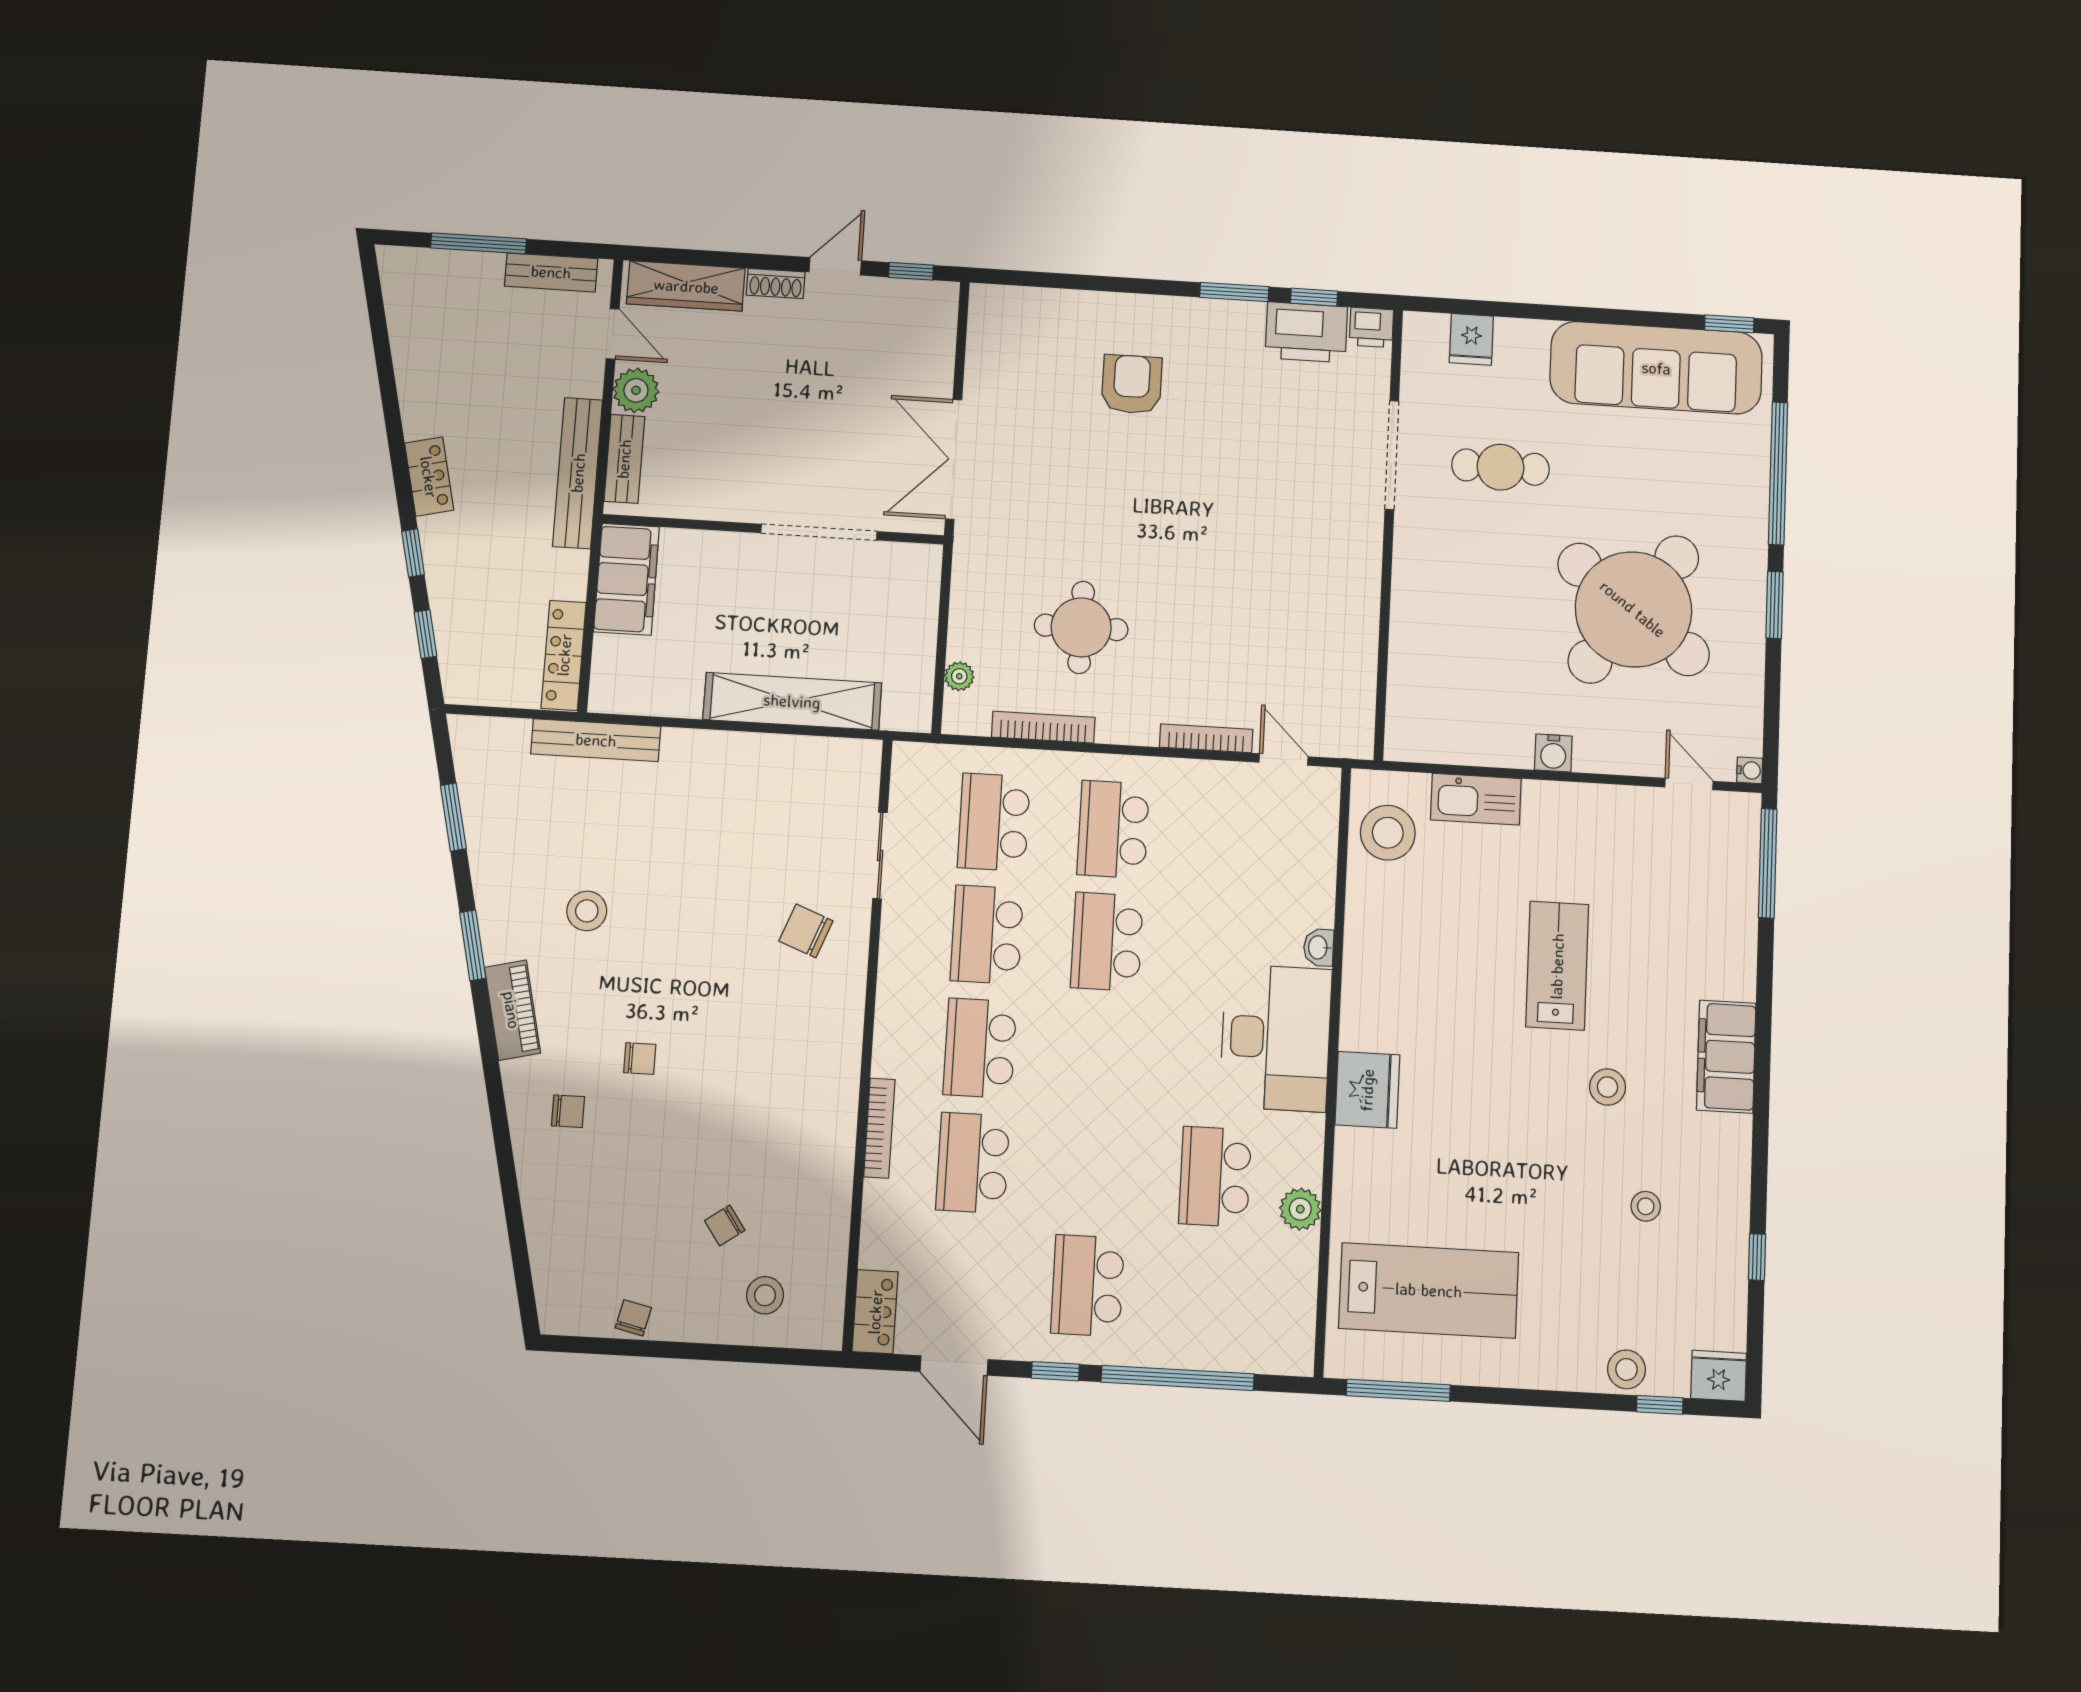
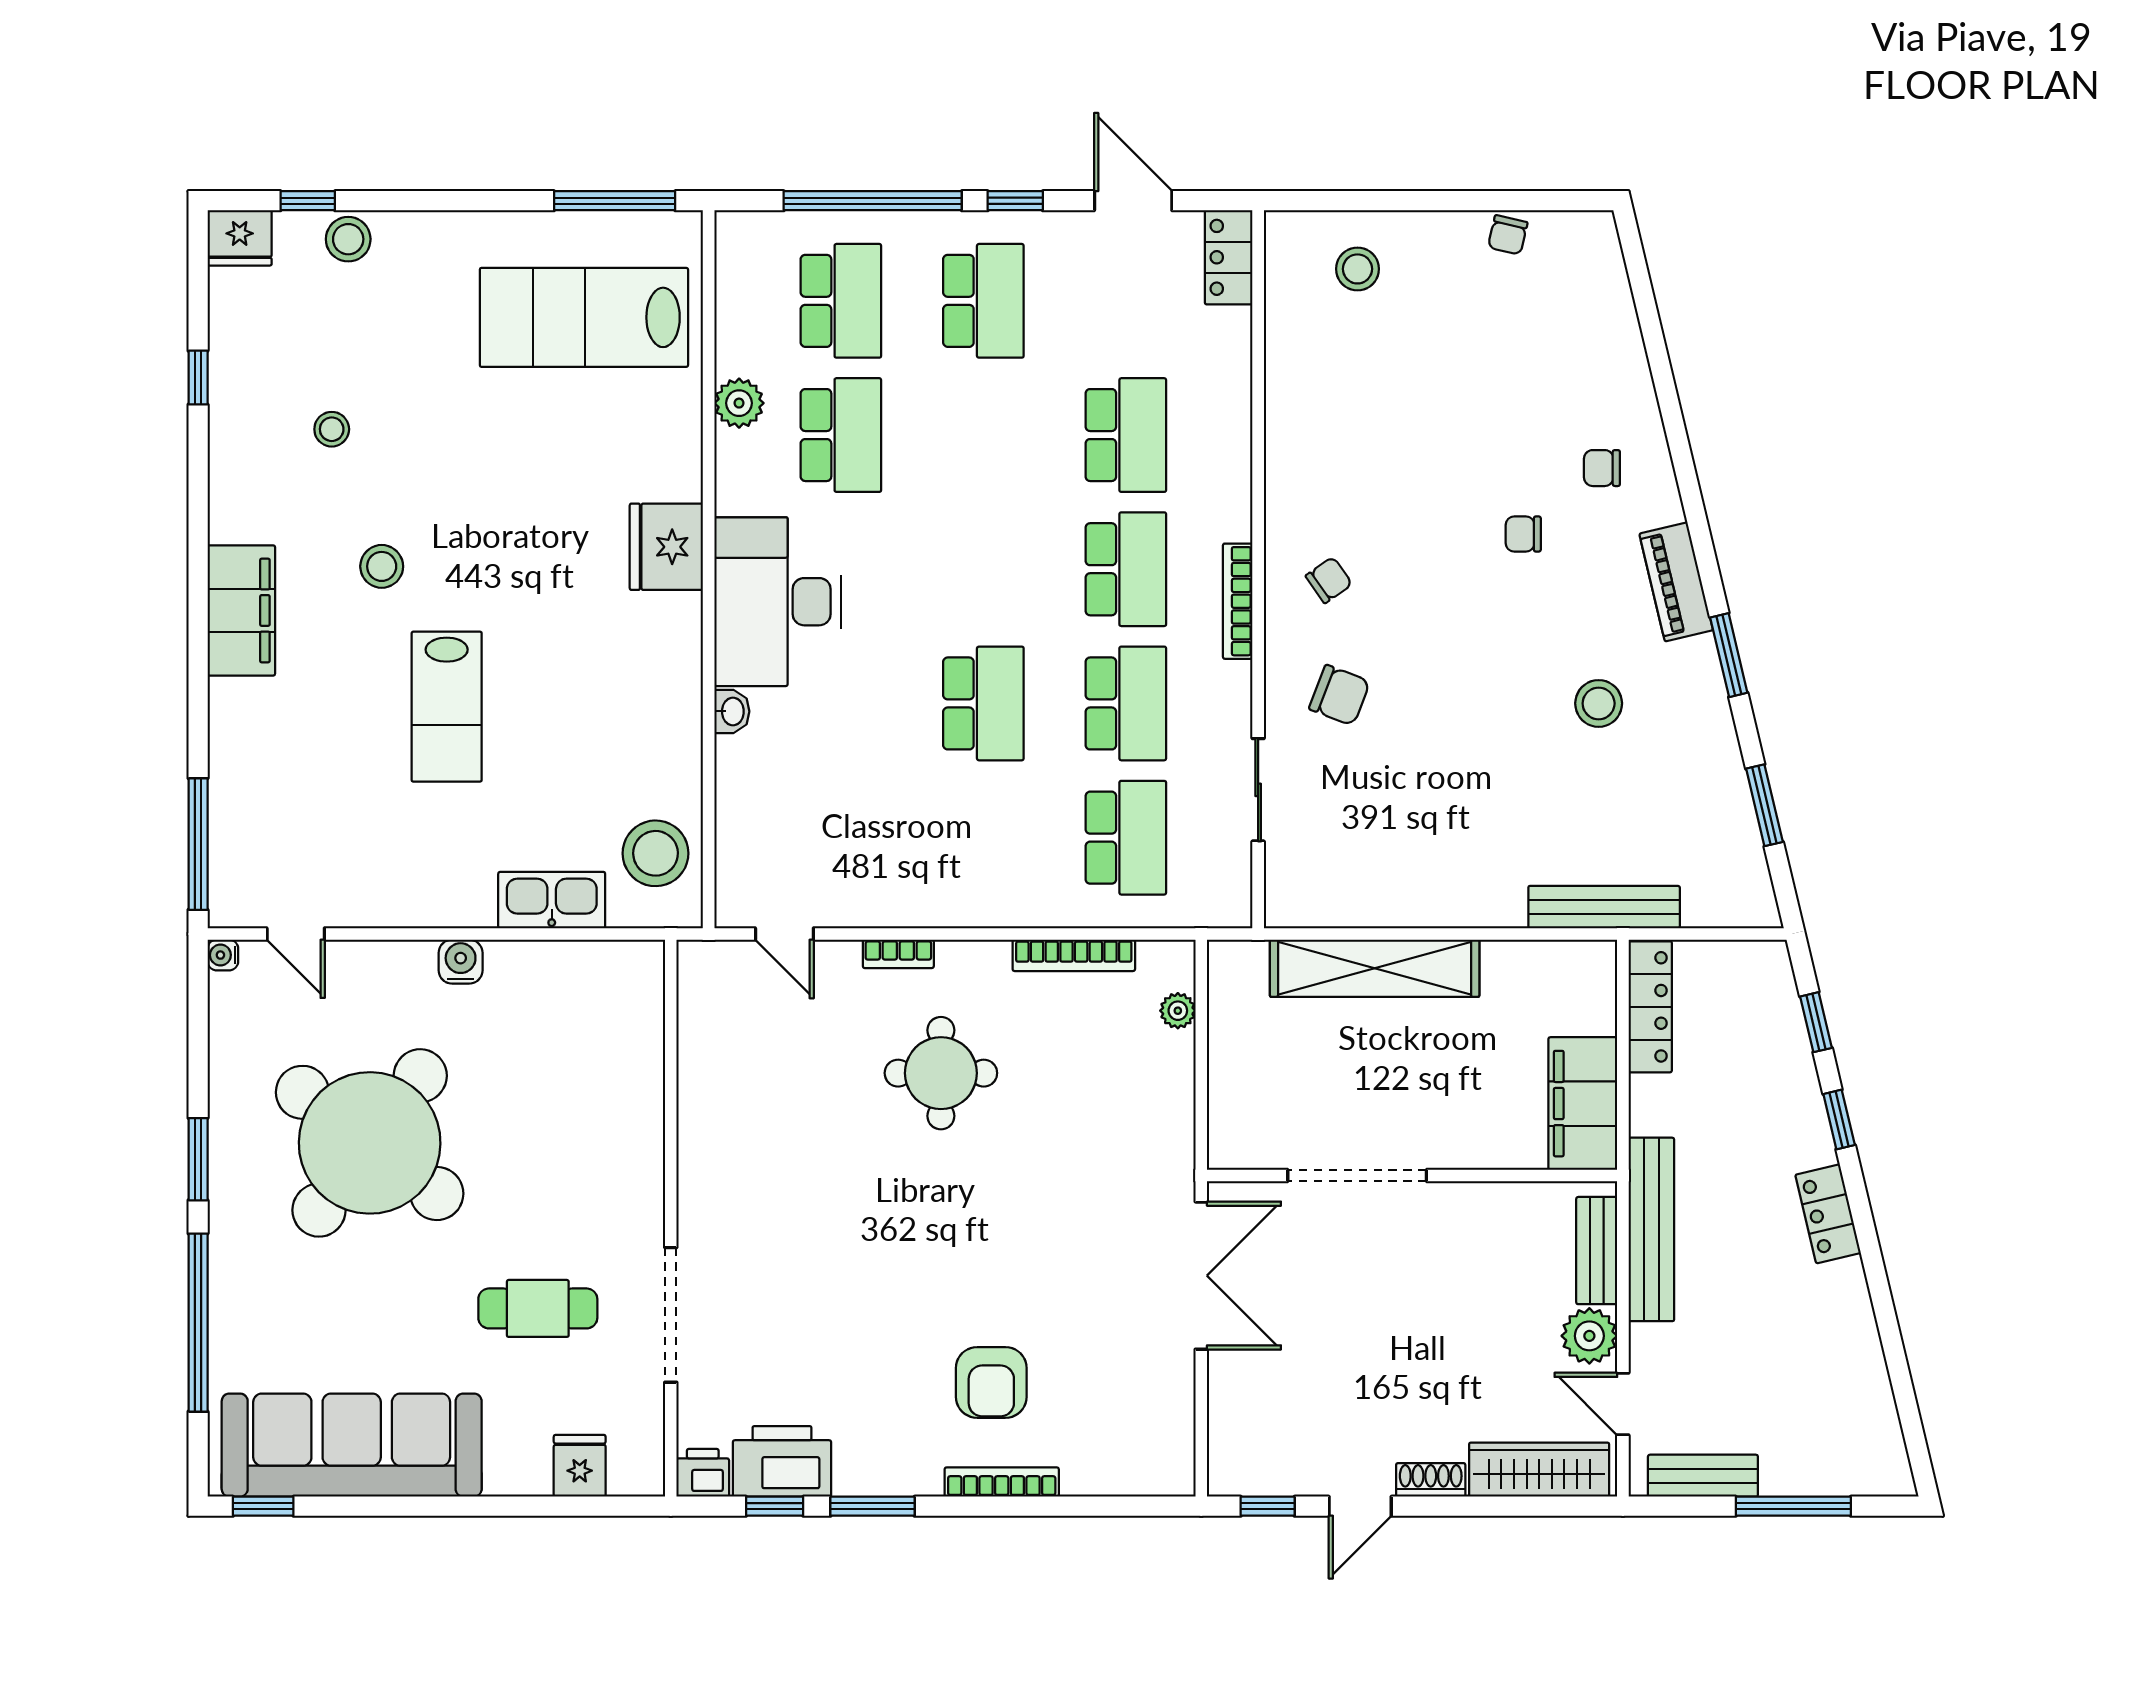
bookcase: (1128, 304) -> (1002, 1482), added
round table: (1081, 627) -> (941, 1073), moved
bookcase: (1206, 738) -> (898, 954), width x0.64
school desk: (1113, 829) -> (841, 301), moved
bookcase: (879, 1128) -> (1238, 601), moved
chair: (725, 1226) -> (1329, 580), moved

